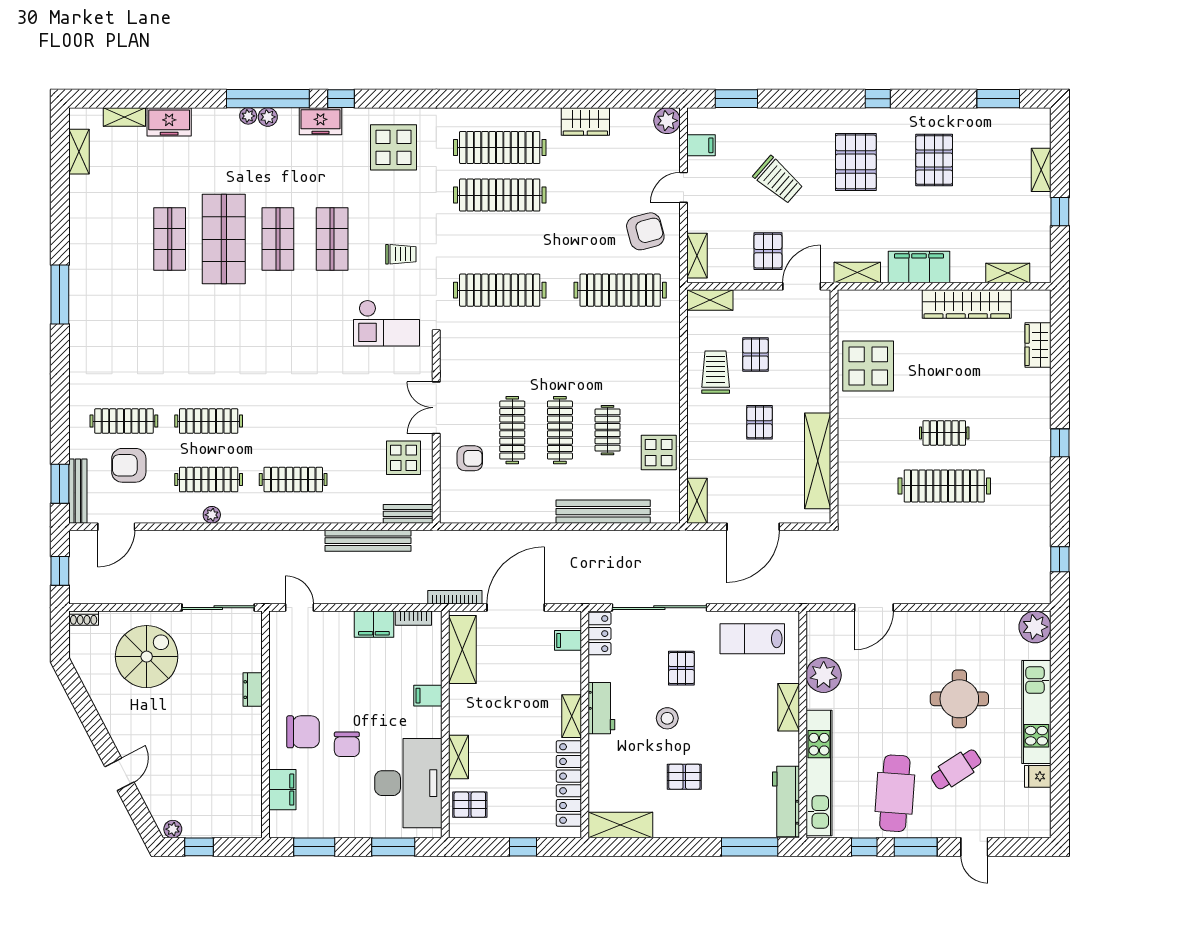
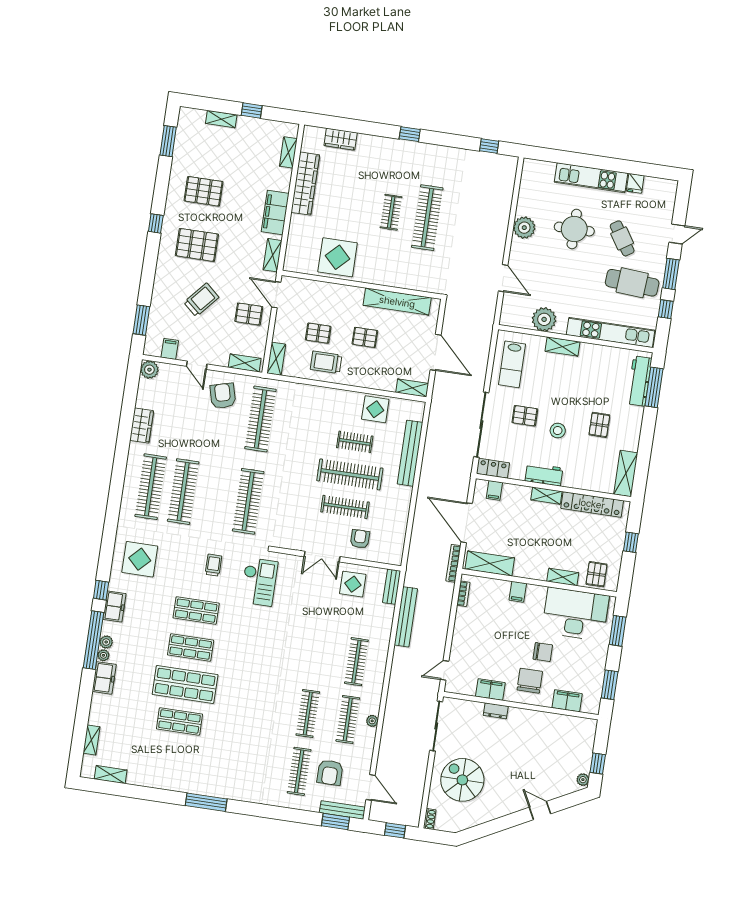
freezer: (169, 122) -> (104, 678), moved
clothes rail: (560, 430) -> (350, 474), width x1.37, depth x1.31
filing cabinet: (374, 624) -> (490, 690), moved, turned -90
plant: (1035, 627) -> (524, 228), moved
workbench: (786, 802) -> (639, 381), moved, turned 90

